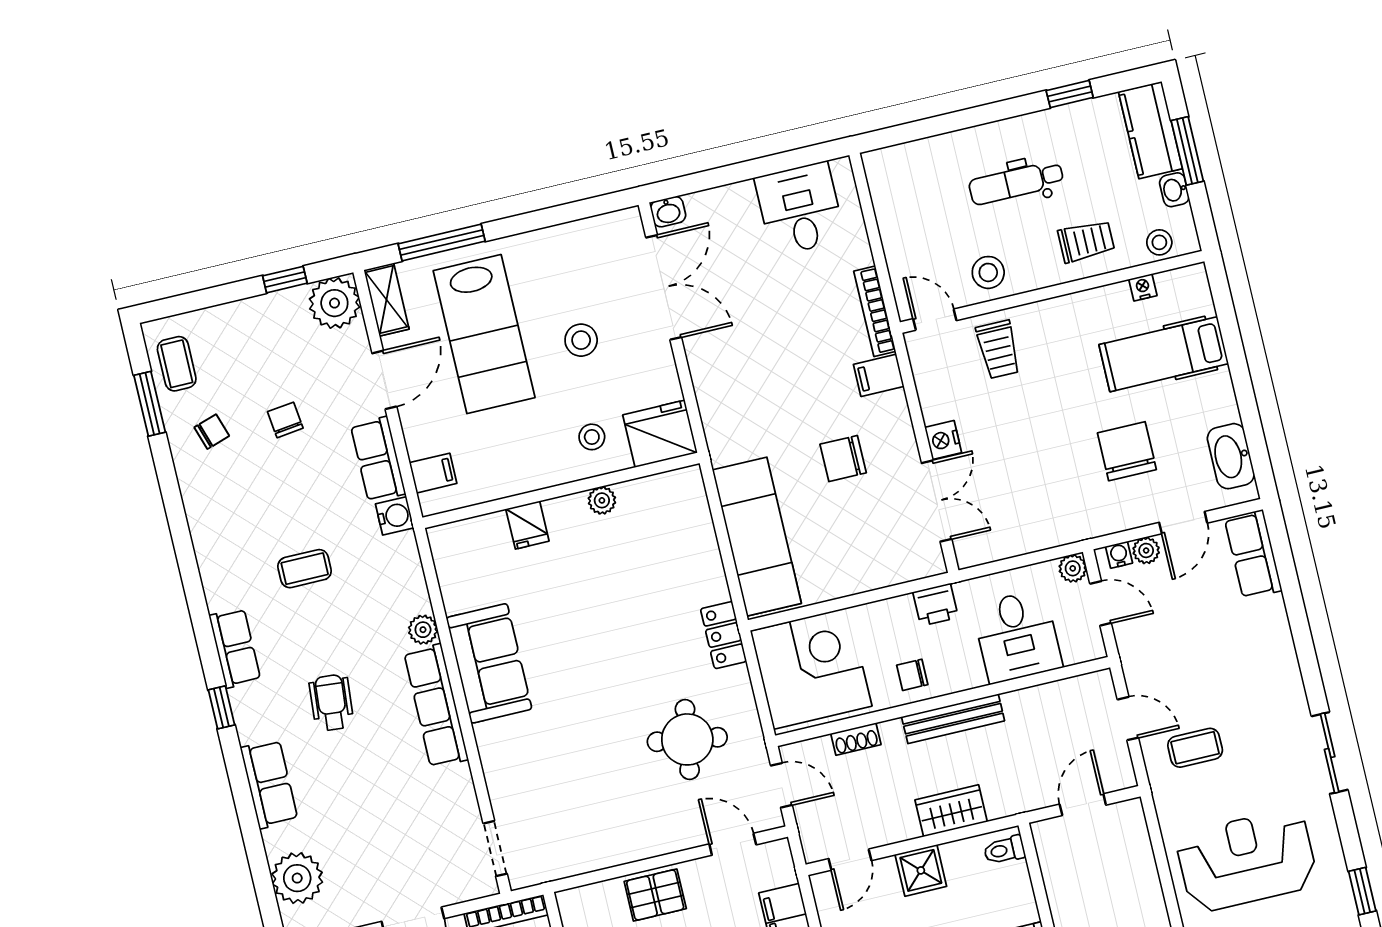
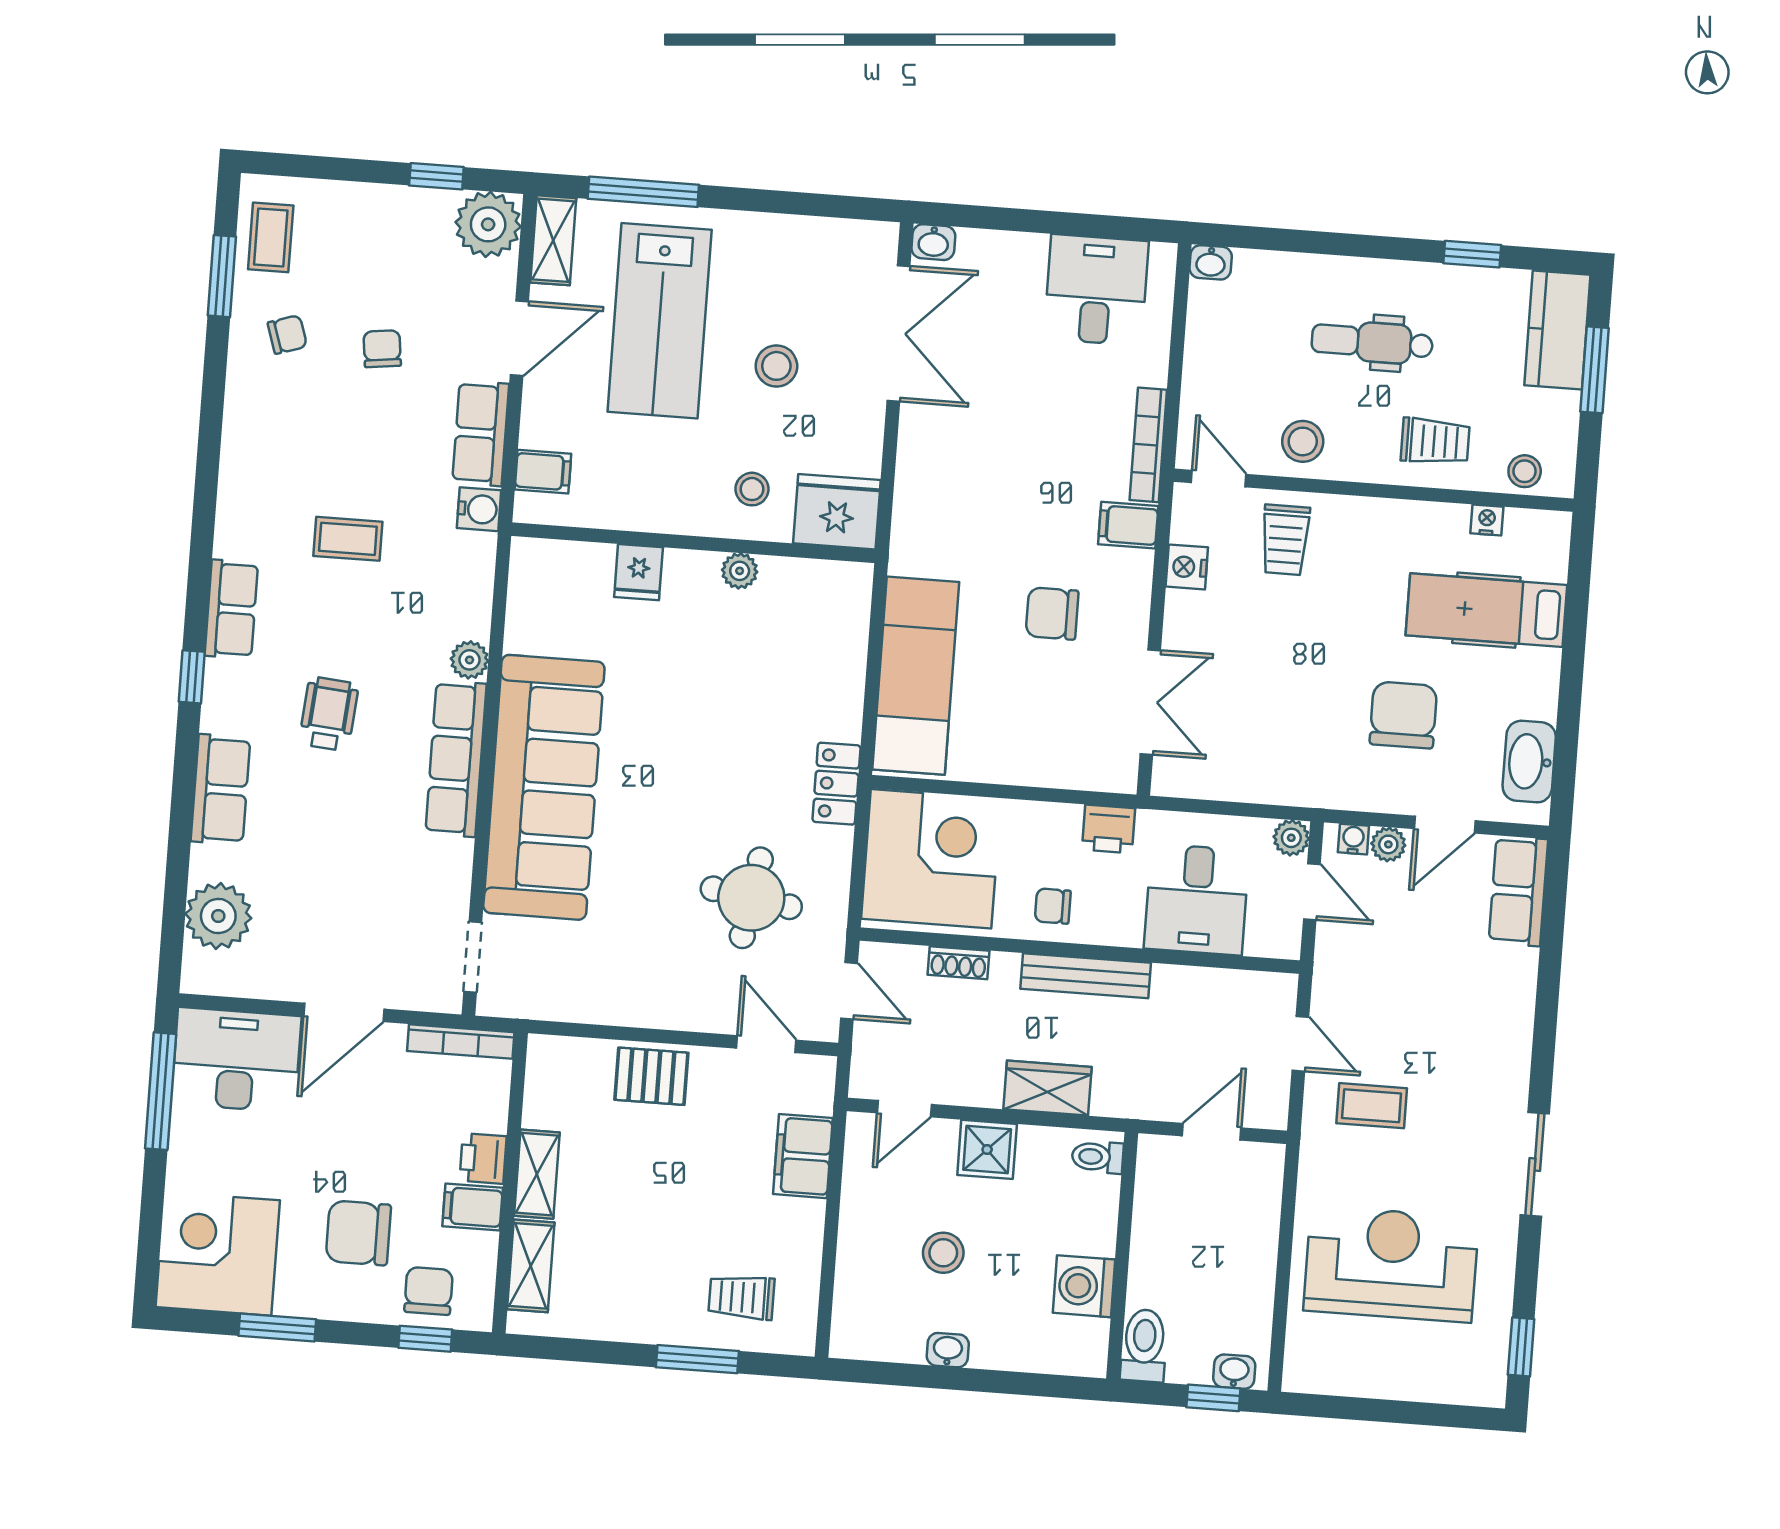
washbasin: (1174, 190) -> (1211, 262), moved, turned -90
nightstand: (943, 440) -> (1187, 567), moved
sofa: (489, 663) -> (544, 787), width x1.85, depth x1.27

